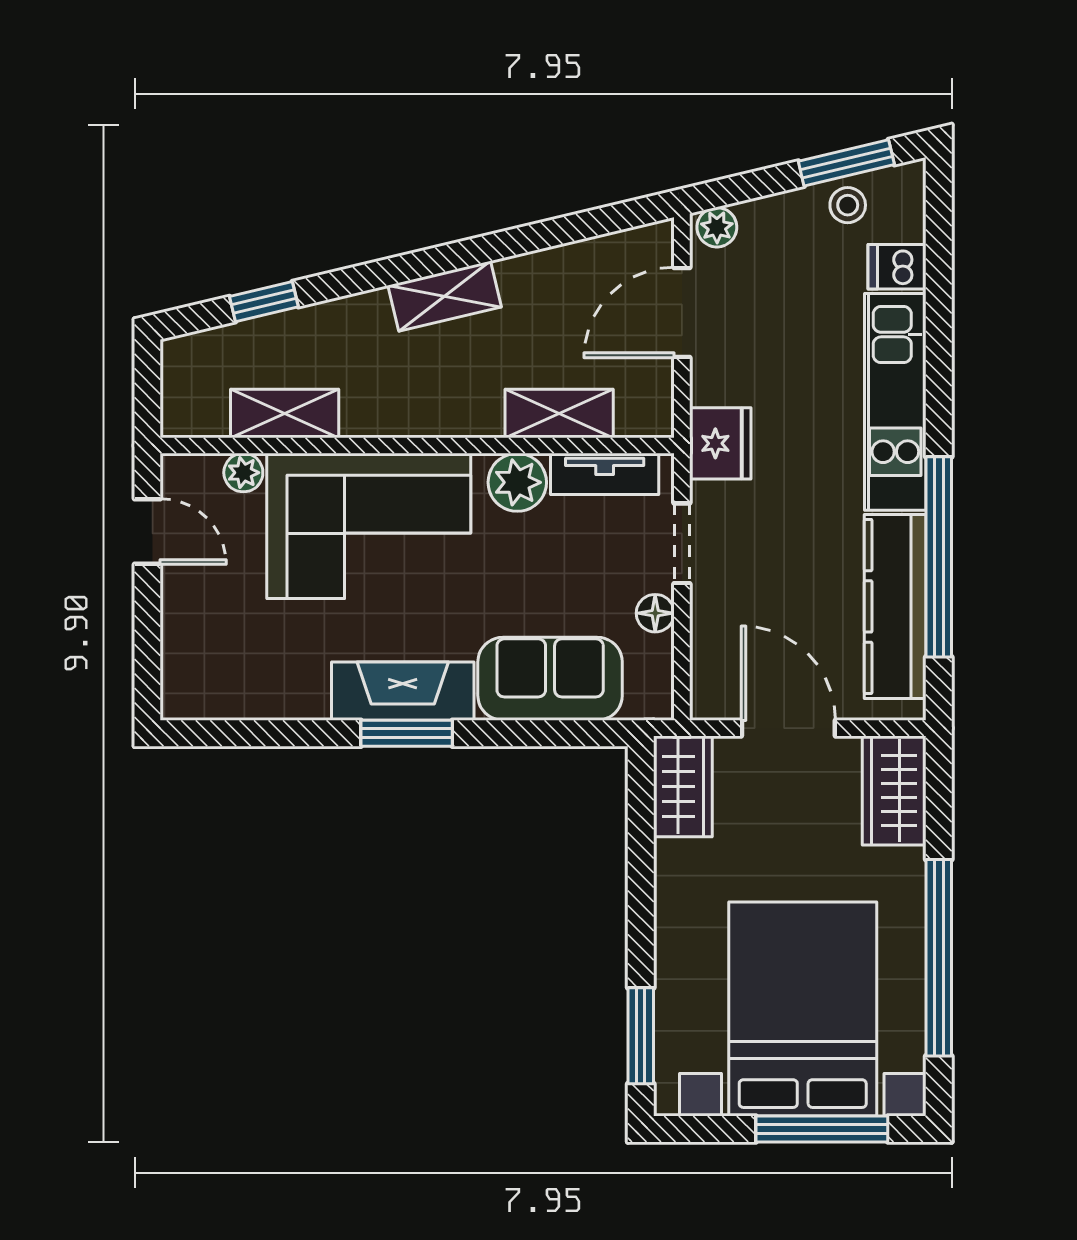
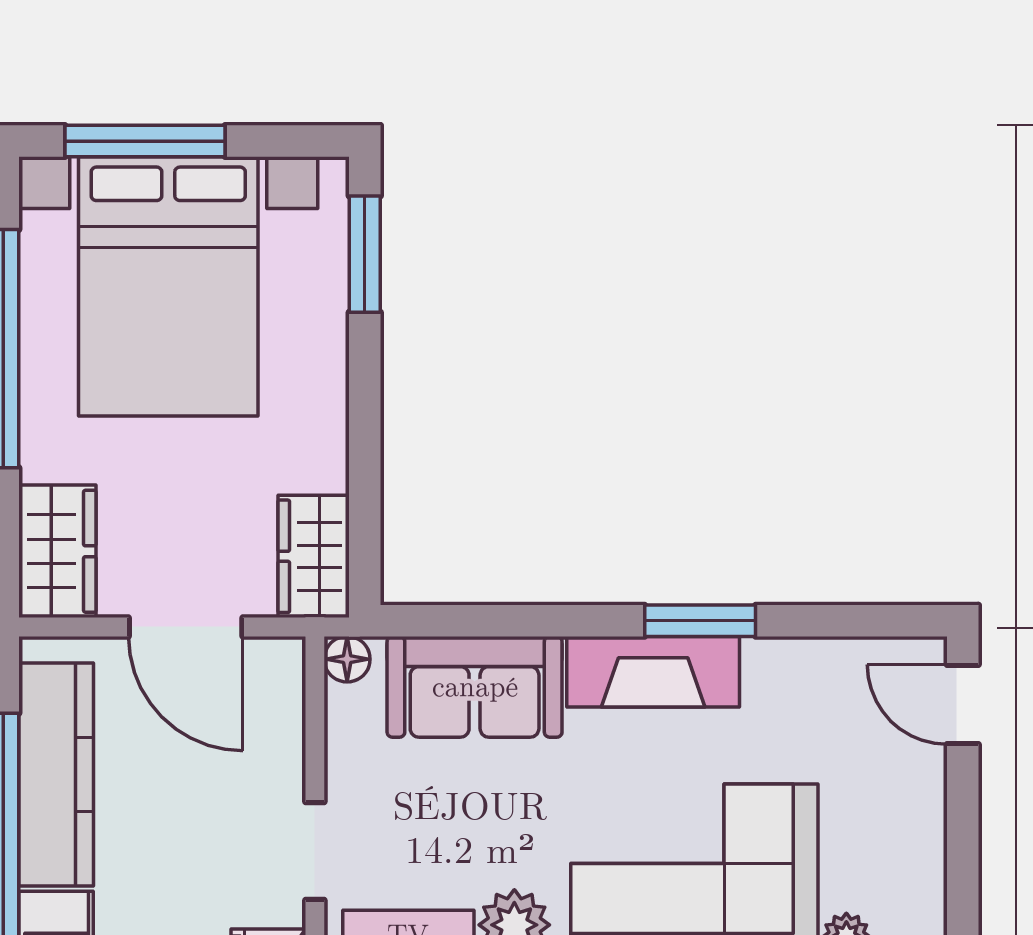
door: (147, 531) -> (963, 704), moved
floor lamp: (655, 613) -> (347, 659), moved
window: (407, 733) -> (700, 621), moved

